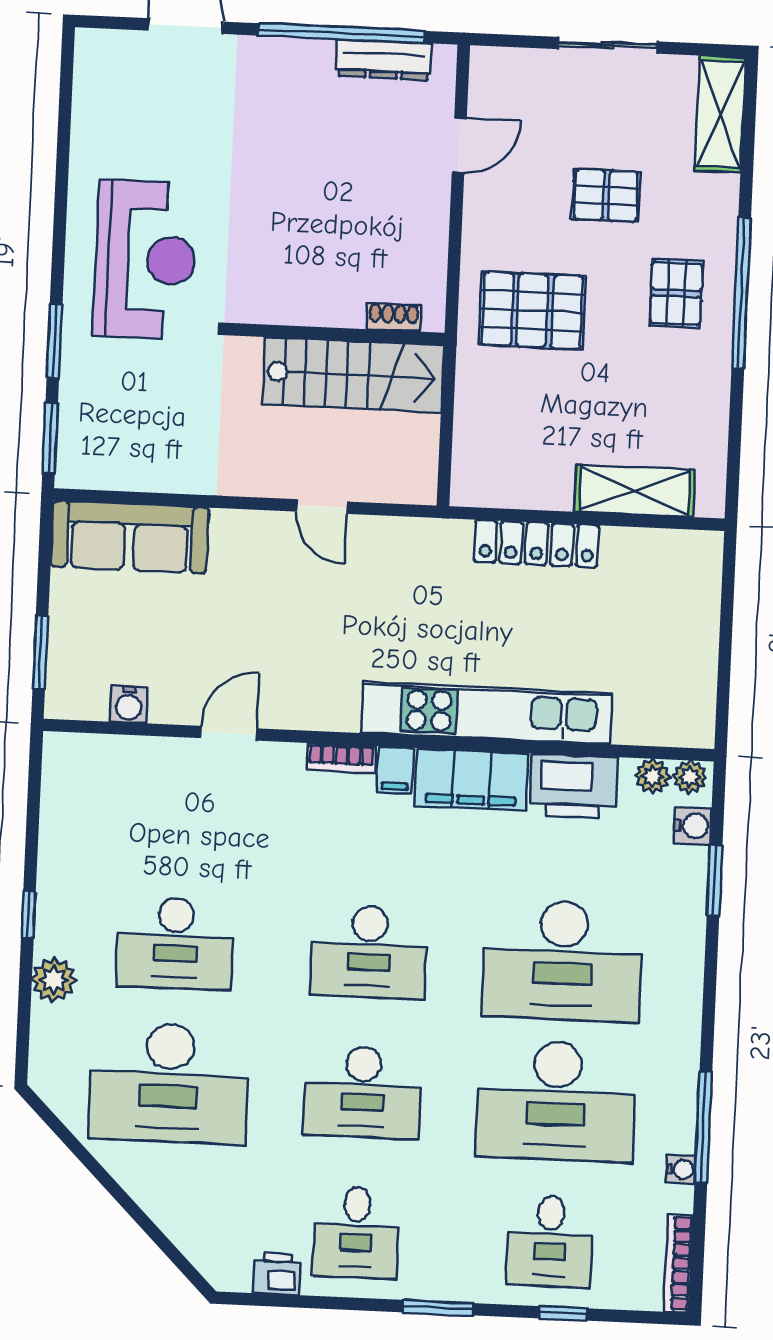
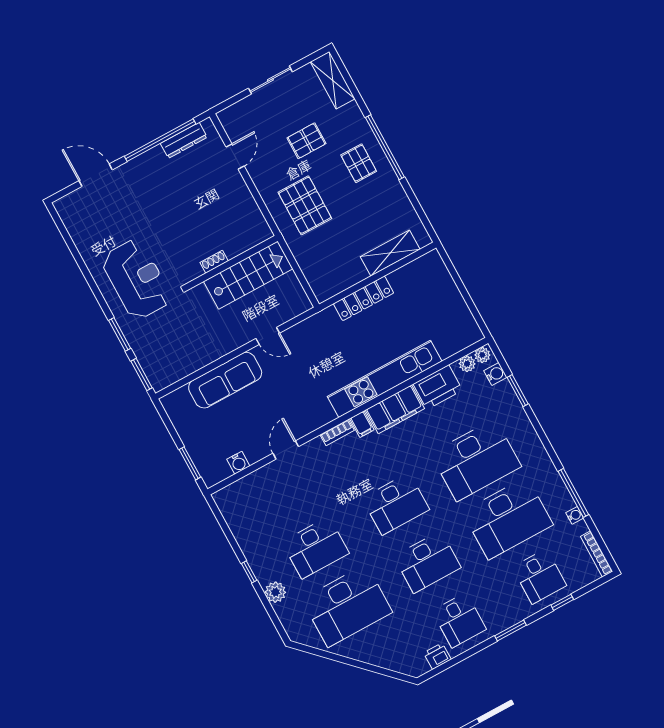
pallet: (532, 311) -> (305, 205), turned 90
shoe rack: (394, 317) -> (214, 262), moved
sofa: (130, 537) -> (225, 380), moved

